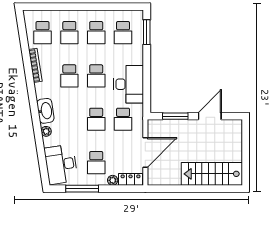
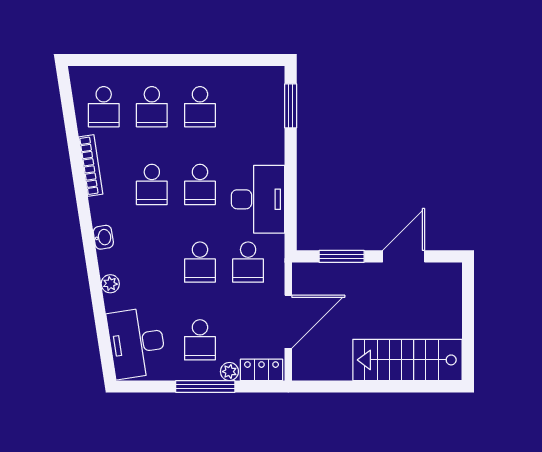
school desk: (123, 33) -> (248, 107), removed
washbasin: (45, 111) -> (103, 237), width x0.52, depth x0.69
window: (82, 189) -> (205, 386), moved

